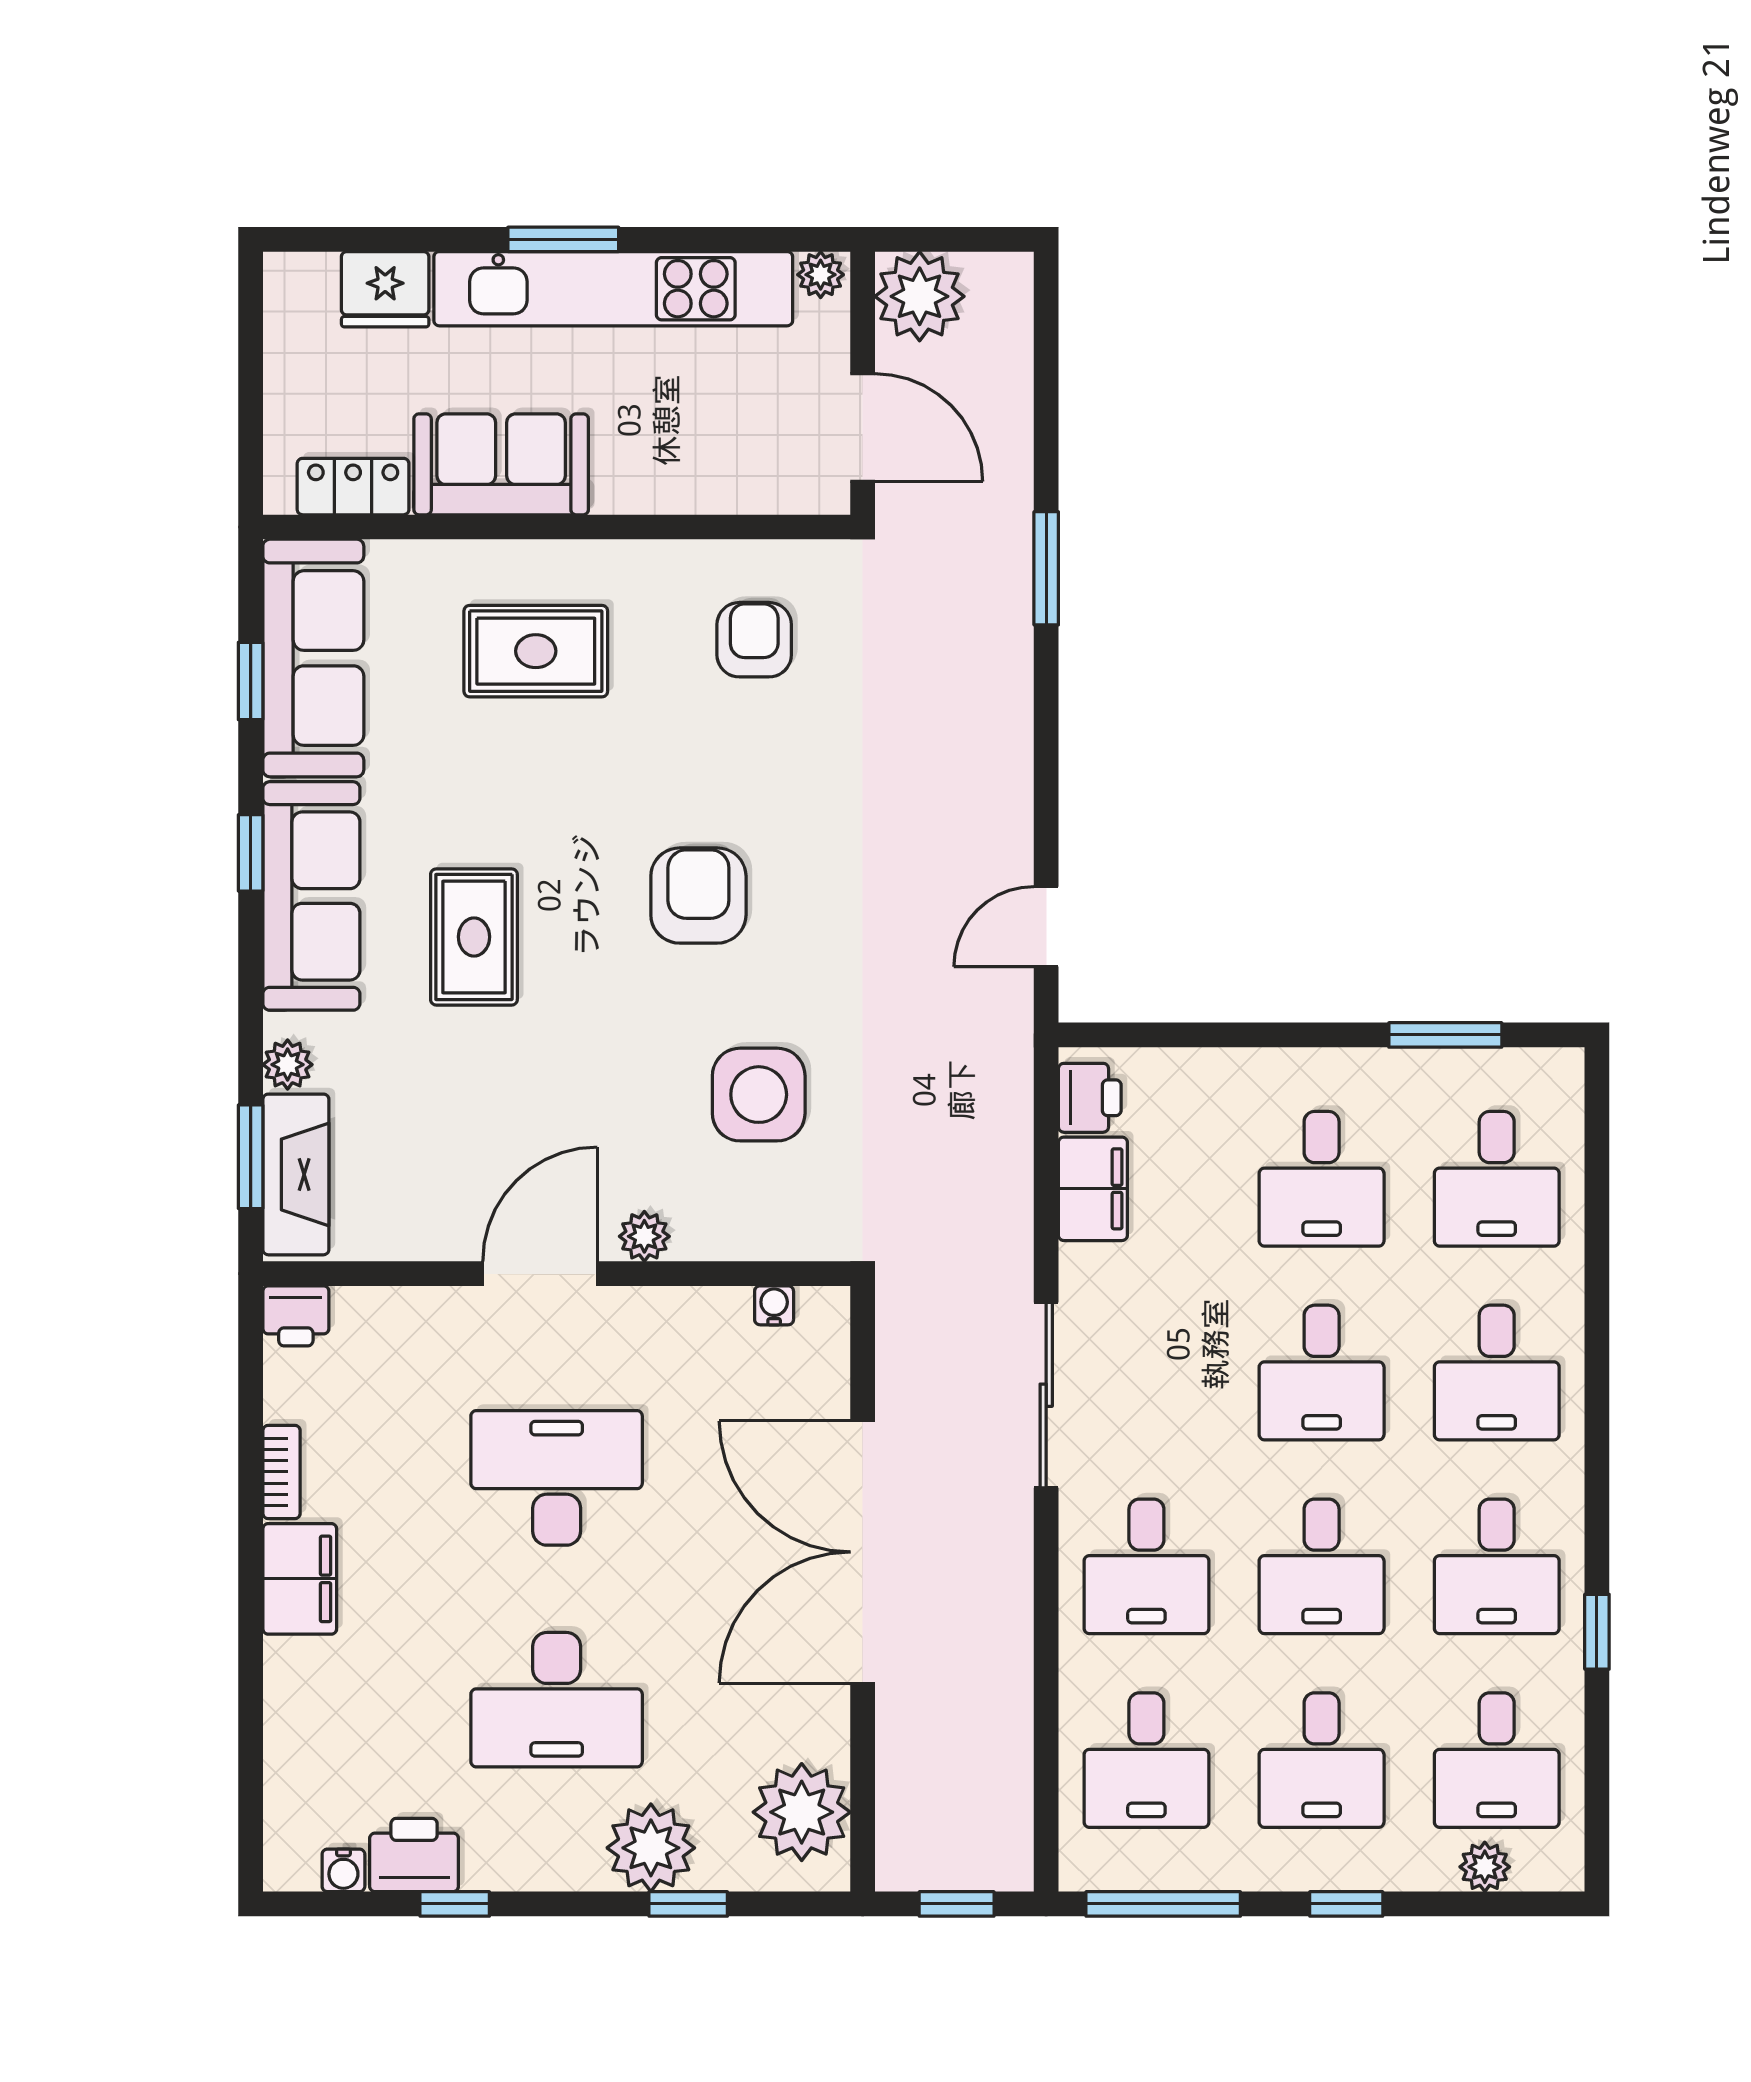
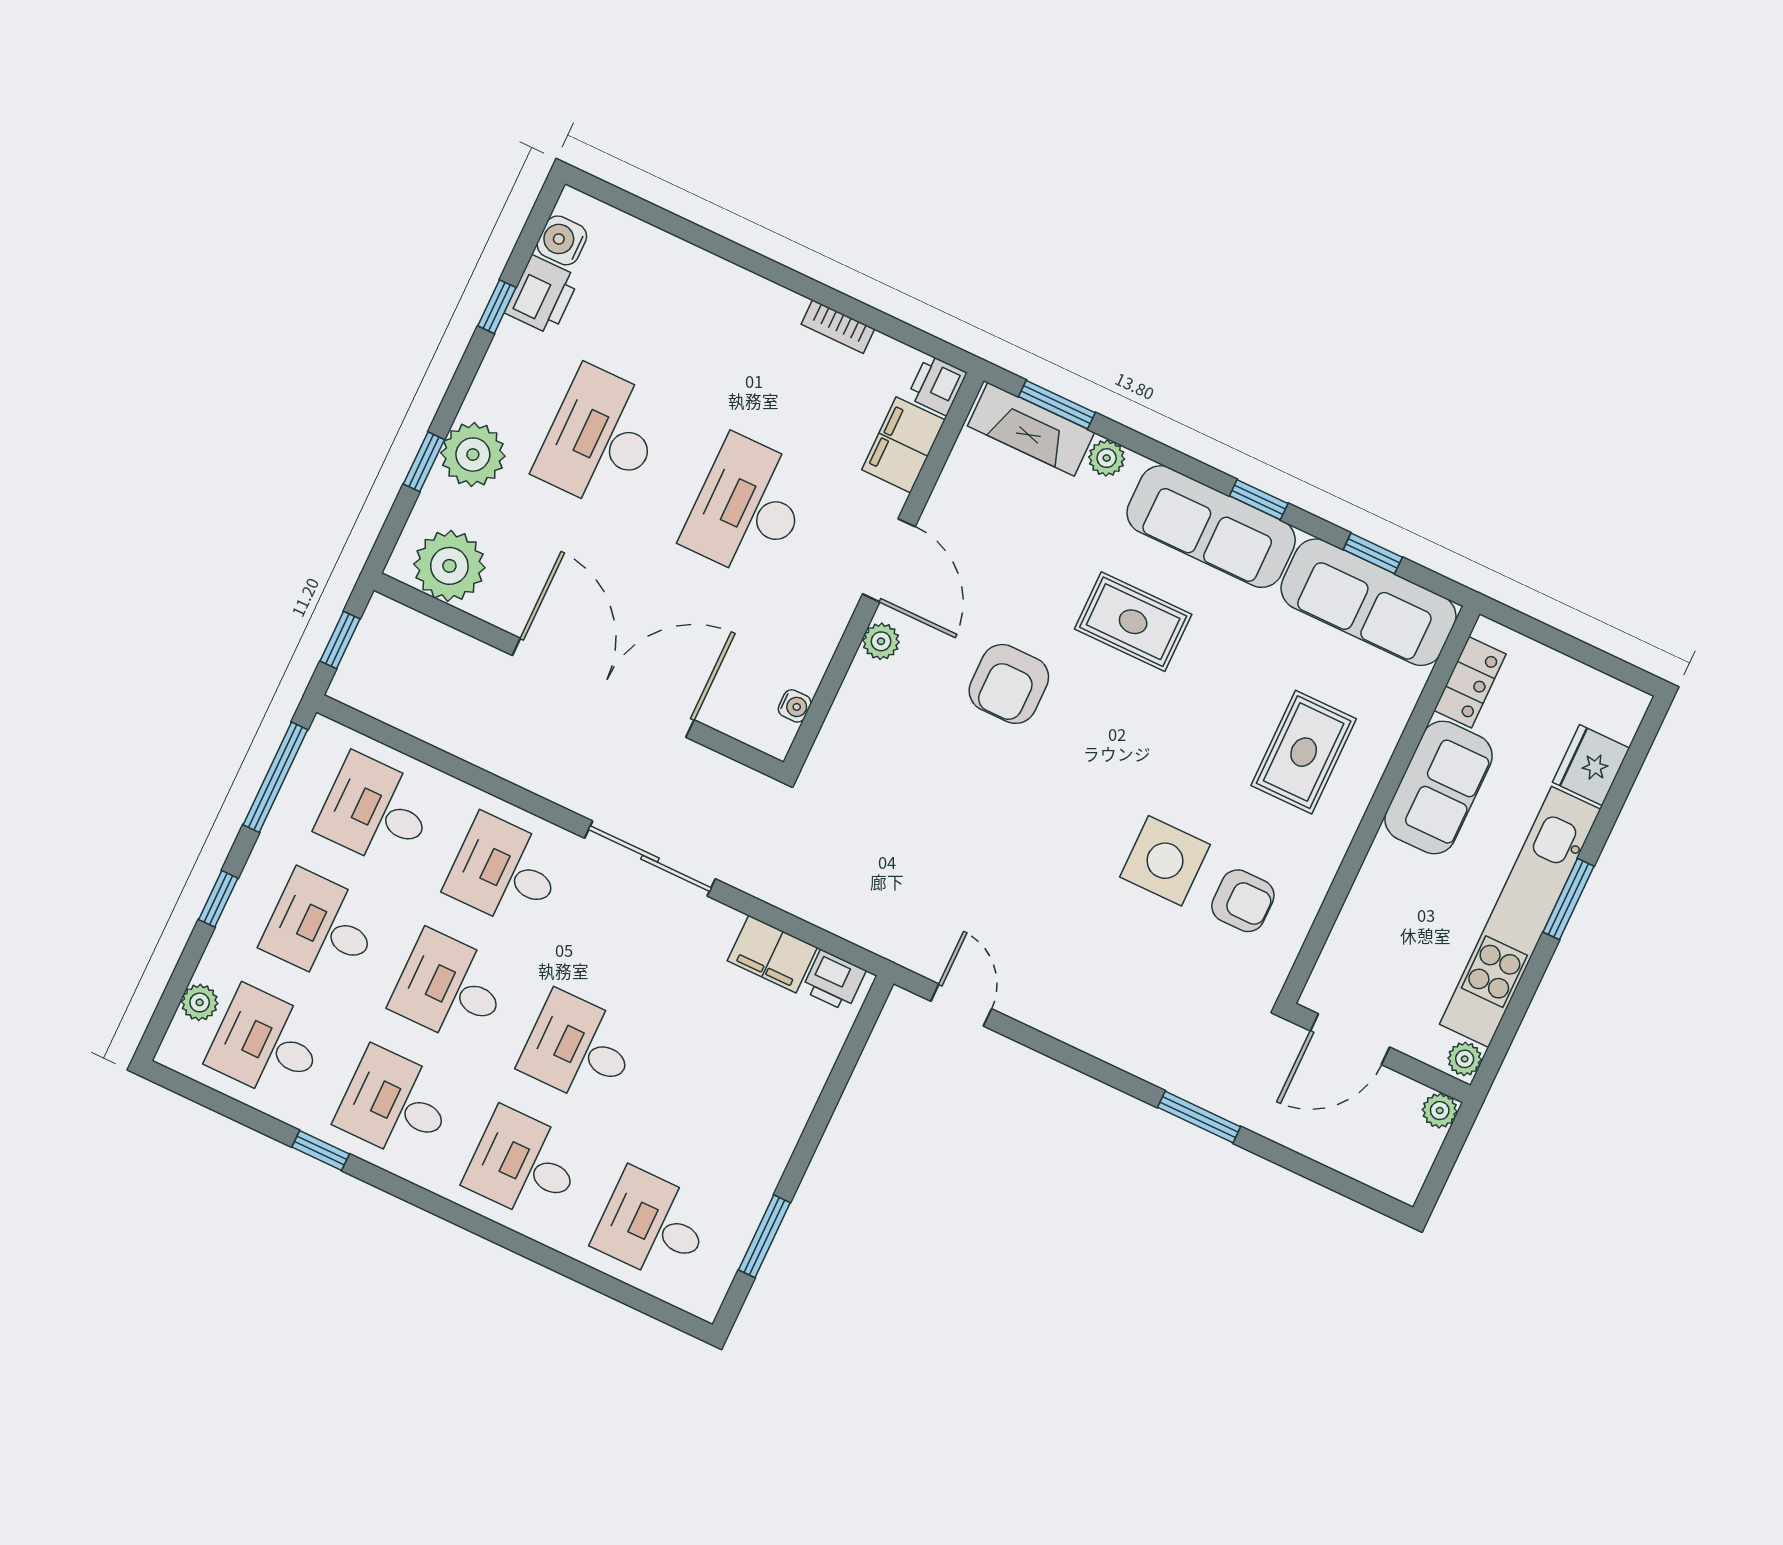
plant: (920, 296) -> (1440, 1111), width x0.53, depth x0.53
armchair: (698, 896) -> (1009, 684), moved, turned 90
side table: (759, 1095) -> (1165, 861), moved
desk: (1322, 1179) -> (708, 1109), removed
desk: (557, 1478) -> (748, 508), turned 180
filing cabinet: (300, 1579) -> (903, 445), moved, turned 90
water cooler: (343, 1870) -> (562, 240), width x1.38, depth x1.38

